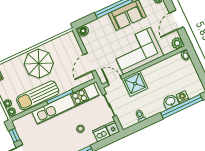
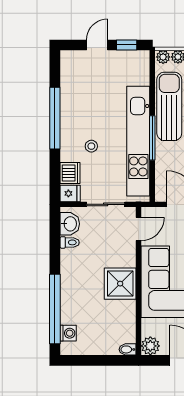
shower: (135, 84) -> (120, 284), moved
washing machine: (183, 97) -> (68, 333), moved
washbasin: (170, 102) -> (70, 224), moved

